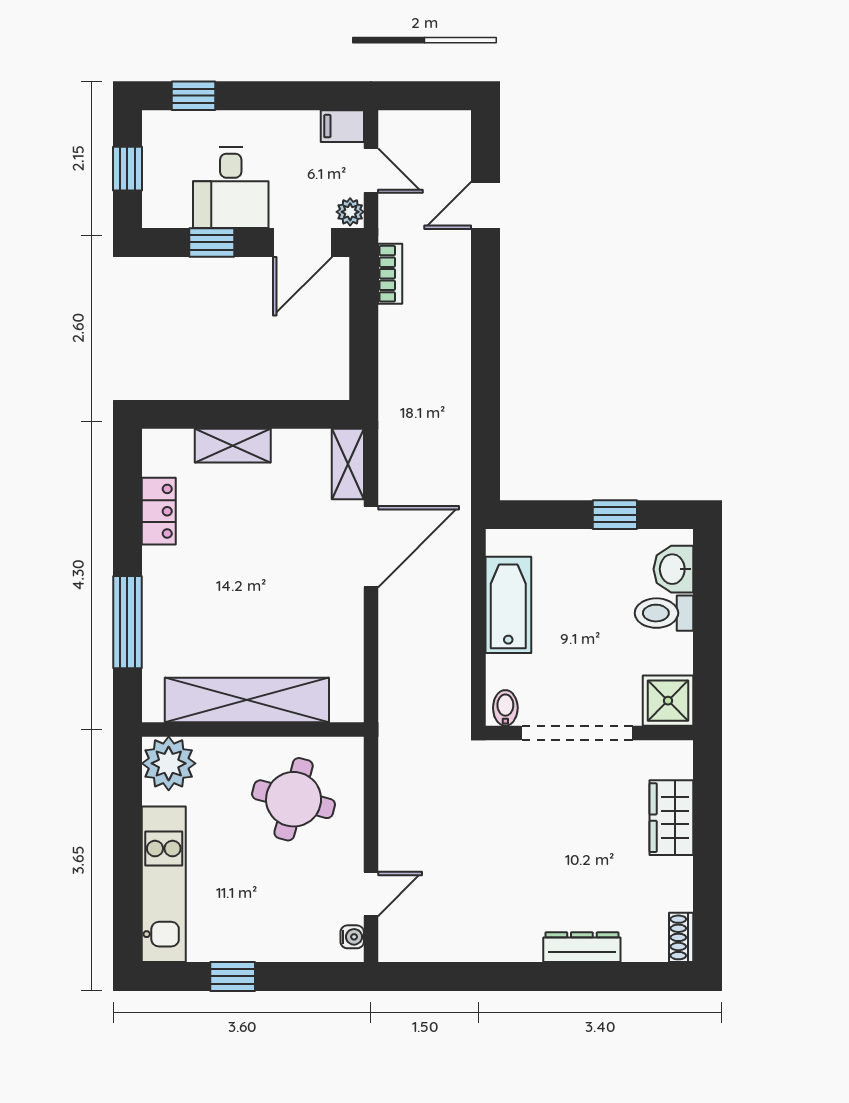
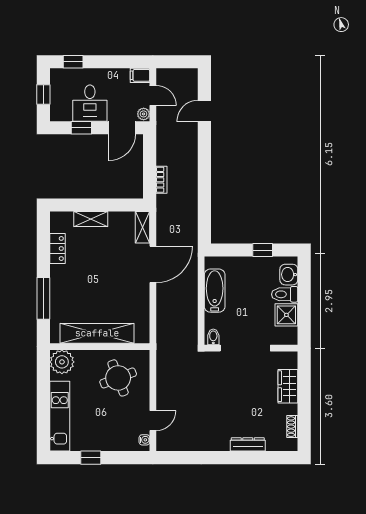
bookcase: (390, 274) -> (162, 180), moved
shower: (668, 701) -> (286, 315), moved
round table: (294, 799) -> (118, 378), turned -36
shoe rack: (681, 937) -> (292, 427), moved

